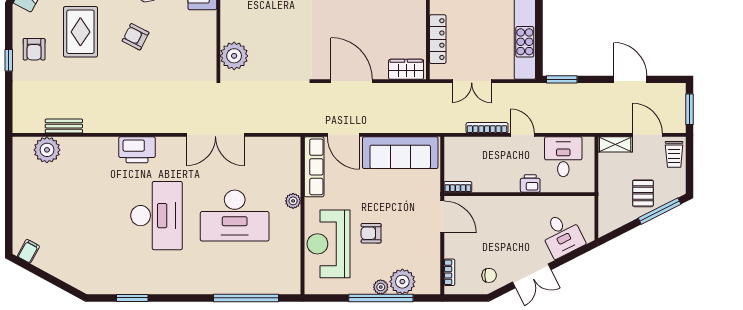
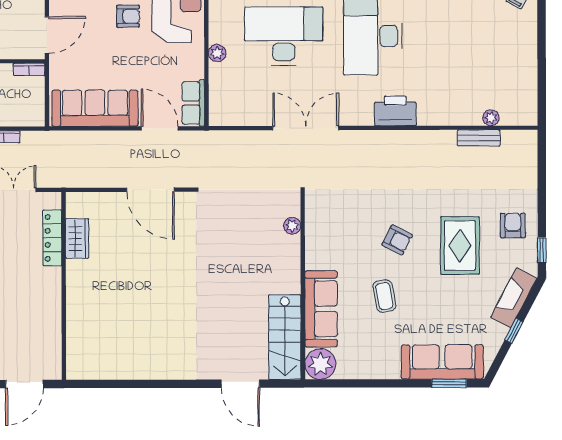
plant: (234, 56) -> (292, 226), width x0.53, depth x0.53
window: (9, 60) -> (542, 250), moved
wardrobe: (406, 69) -> (77, 238), moved, turned -90
plant: (47, 150) -> (491, 118), width x0.53, depth x0.53
row of seats: (314, 167) -> (193, 103), width x0.68
door: (442, 217) -> (47, 35), swing flipped

